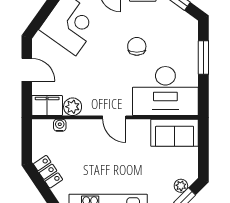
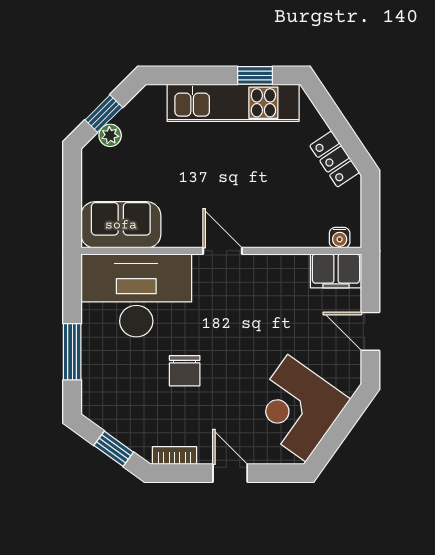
plant: (73, 107) -> (293, 269), removed
water cooler: (60, 125) -> (340, 238), moved

